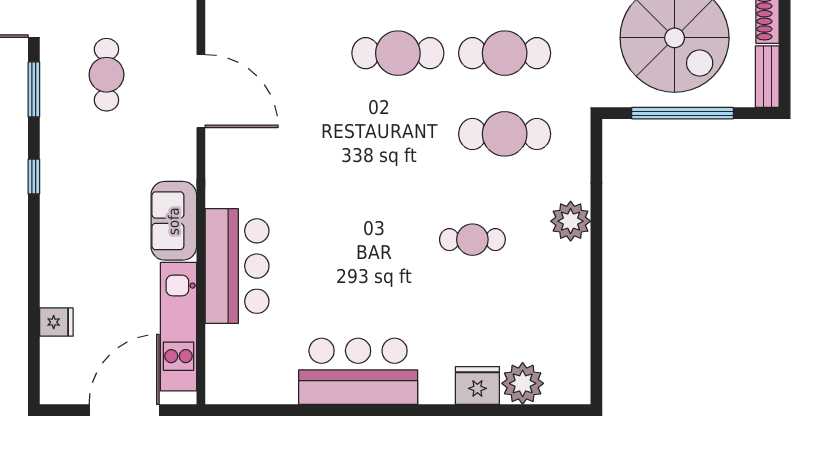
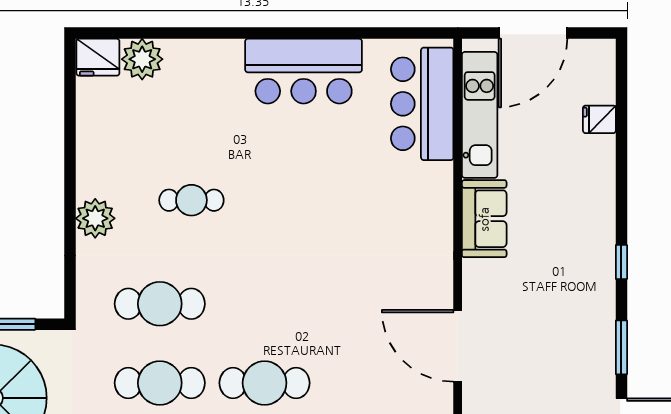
cafe table: (106, 75) -> (550, 362), removed
bar counter: (237, 266) -> (422, 104), moved
fridge: (477, 385) -> (98, 57), moved

